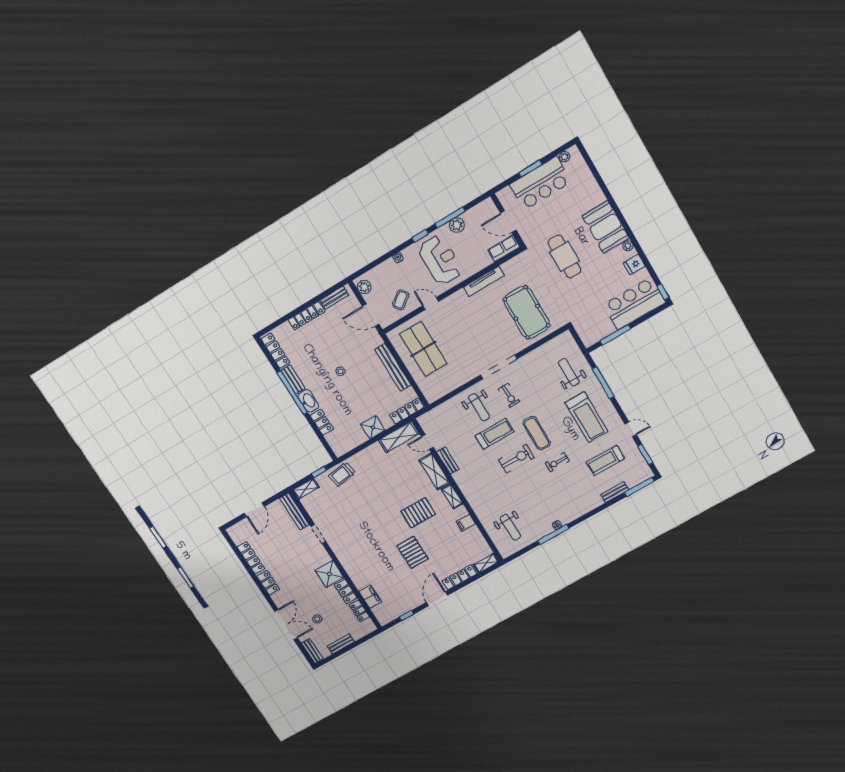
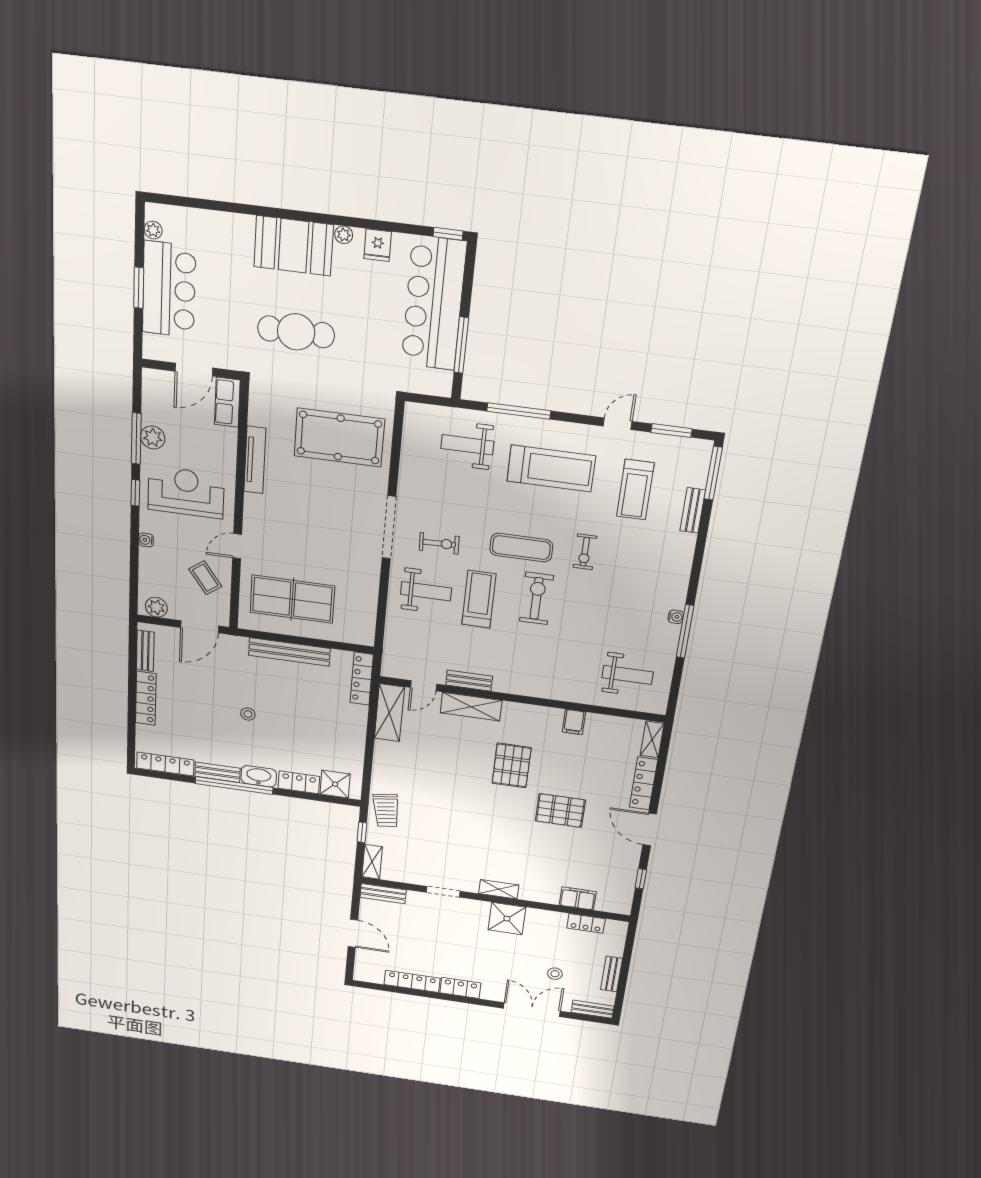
bar counter: (634, 303) -> (434, 303), width x1.36
shower: (373, 427) -> (335, 784), moved
shelving: (452, 496) -> (499, 889), moved
bench: (294, 511) -> (383, 894), width x0.73
locker: (346, 591) -> (546, 919), removed

